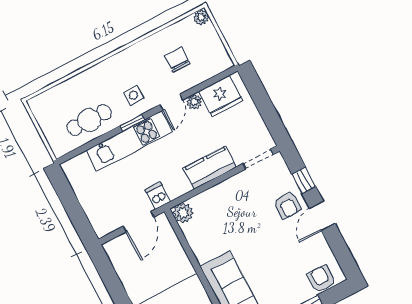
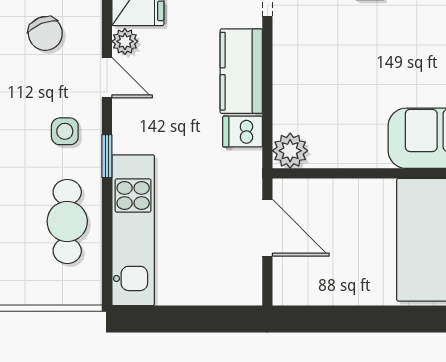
chair: (177, 60) -> (45, 33), turned -112
kitchen unit: (129, 141) -> (133, 230), moved
dishwasher: (158, 196) -> (242, 132), moved

